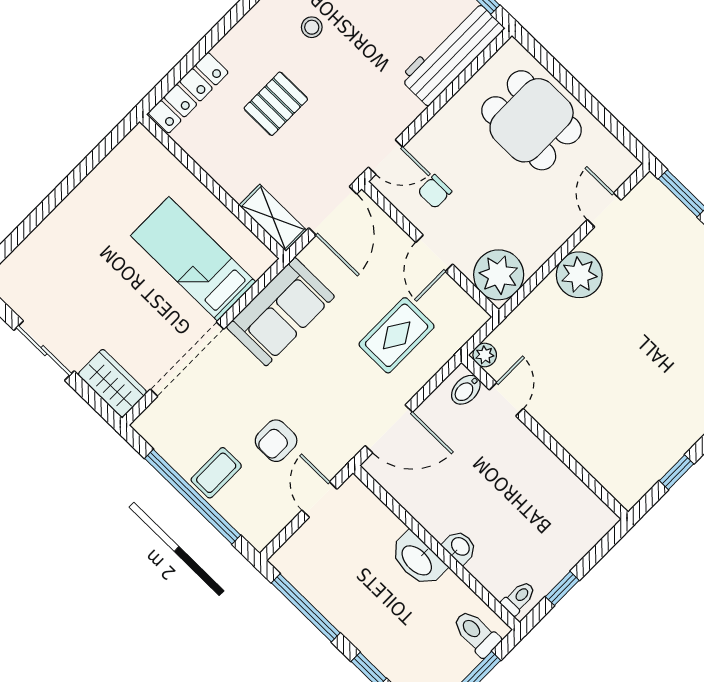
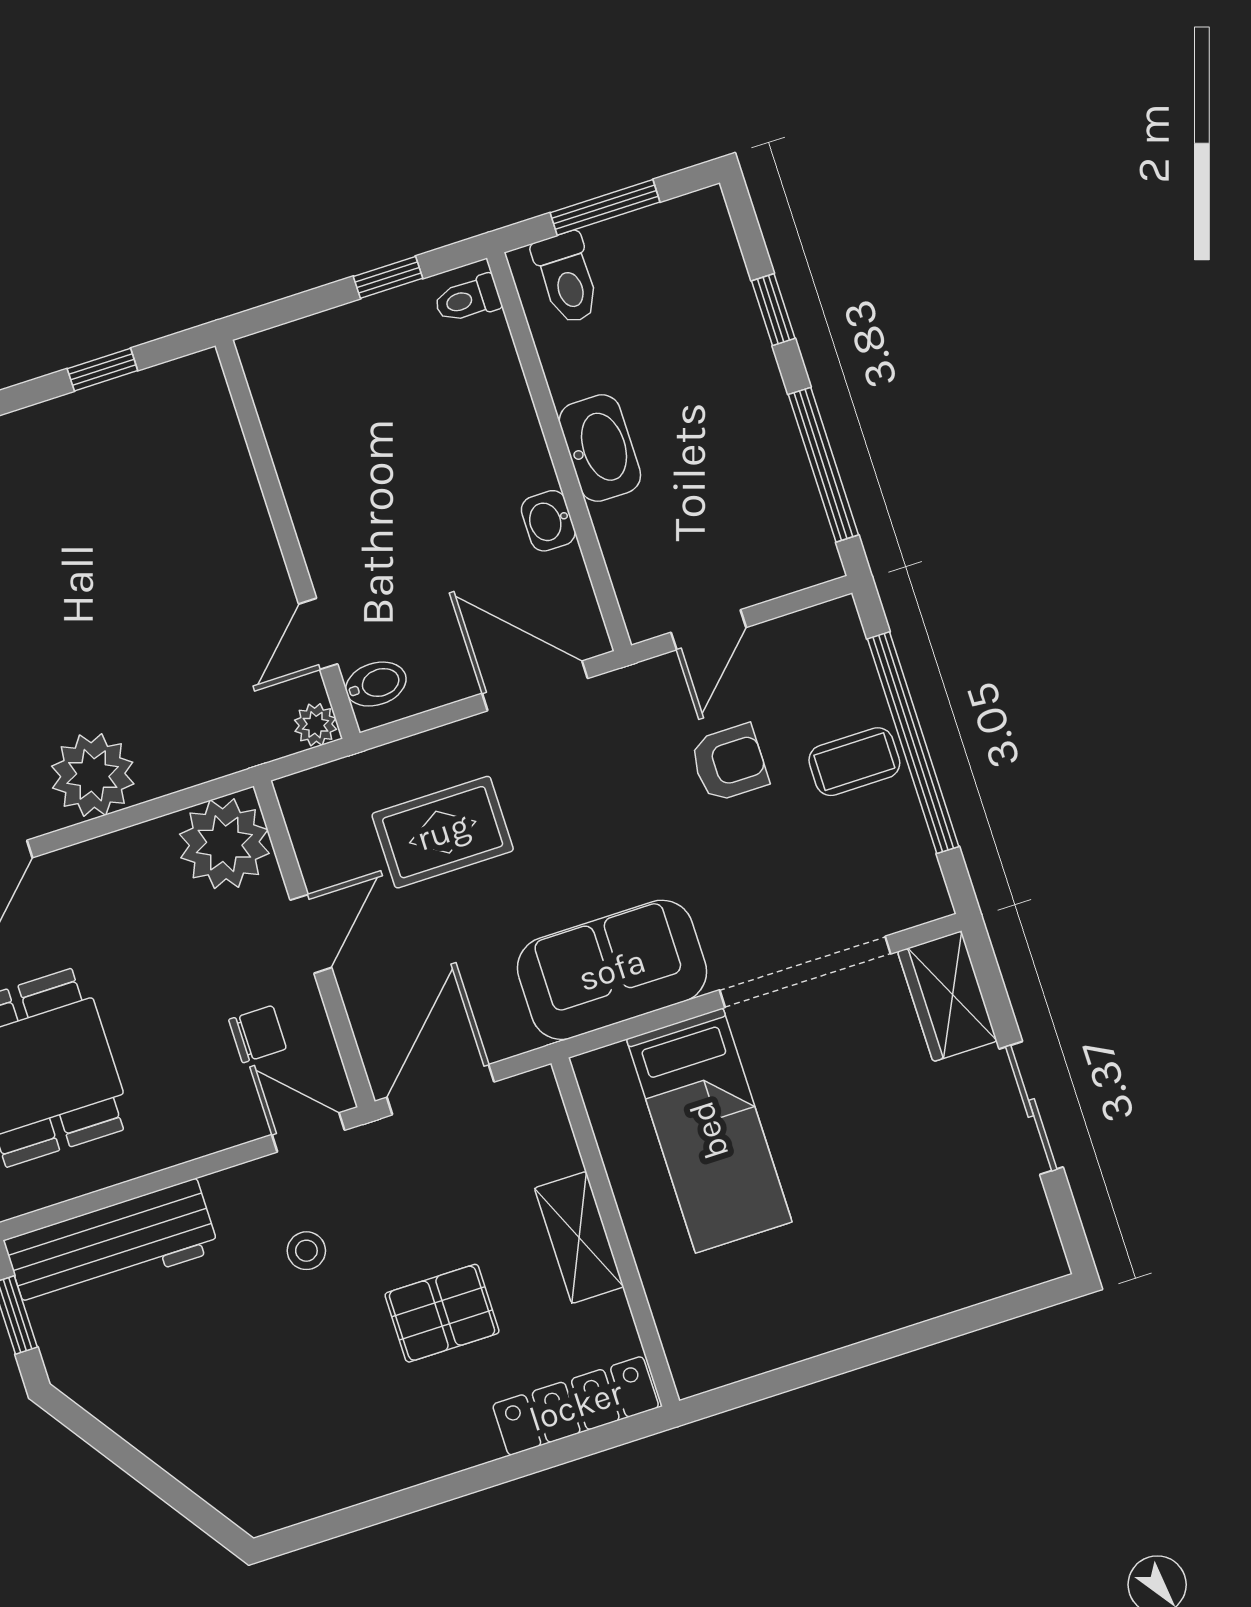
stool: (312, 27) -> (306, 1251), moved
shelving: (273, 218) -> (579, 1237), moved
washbasin: (460, 547) -> (548, 521), moved

